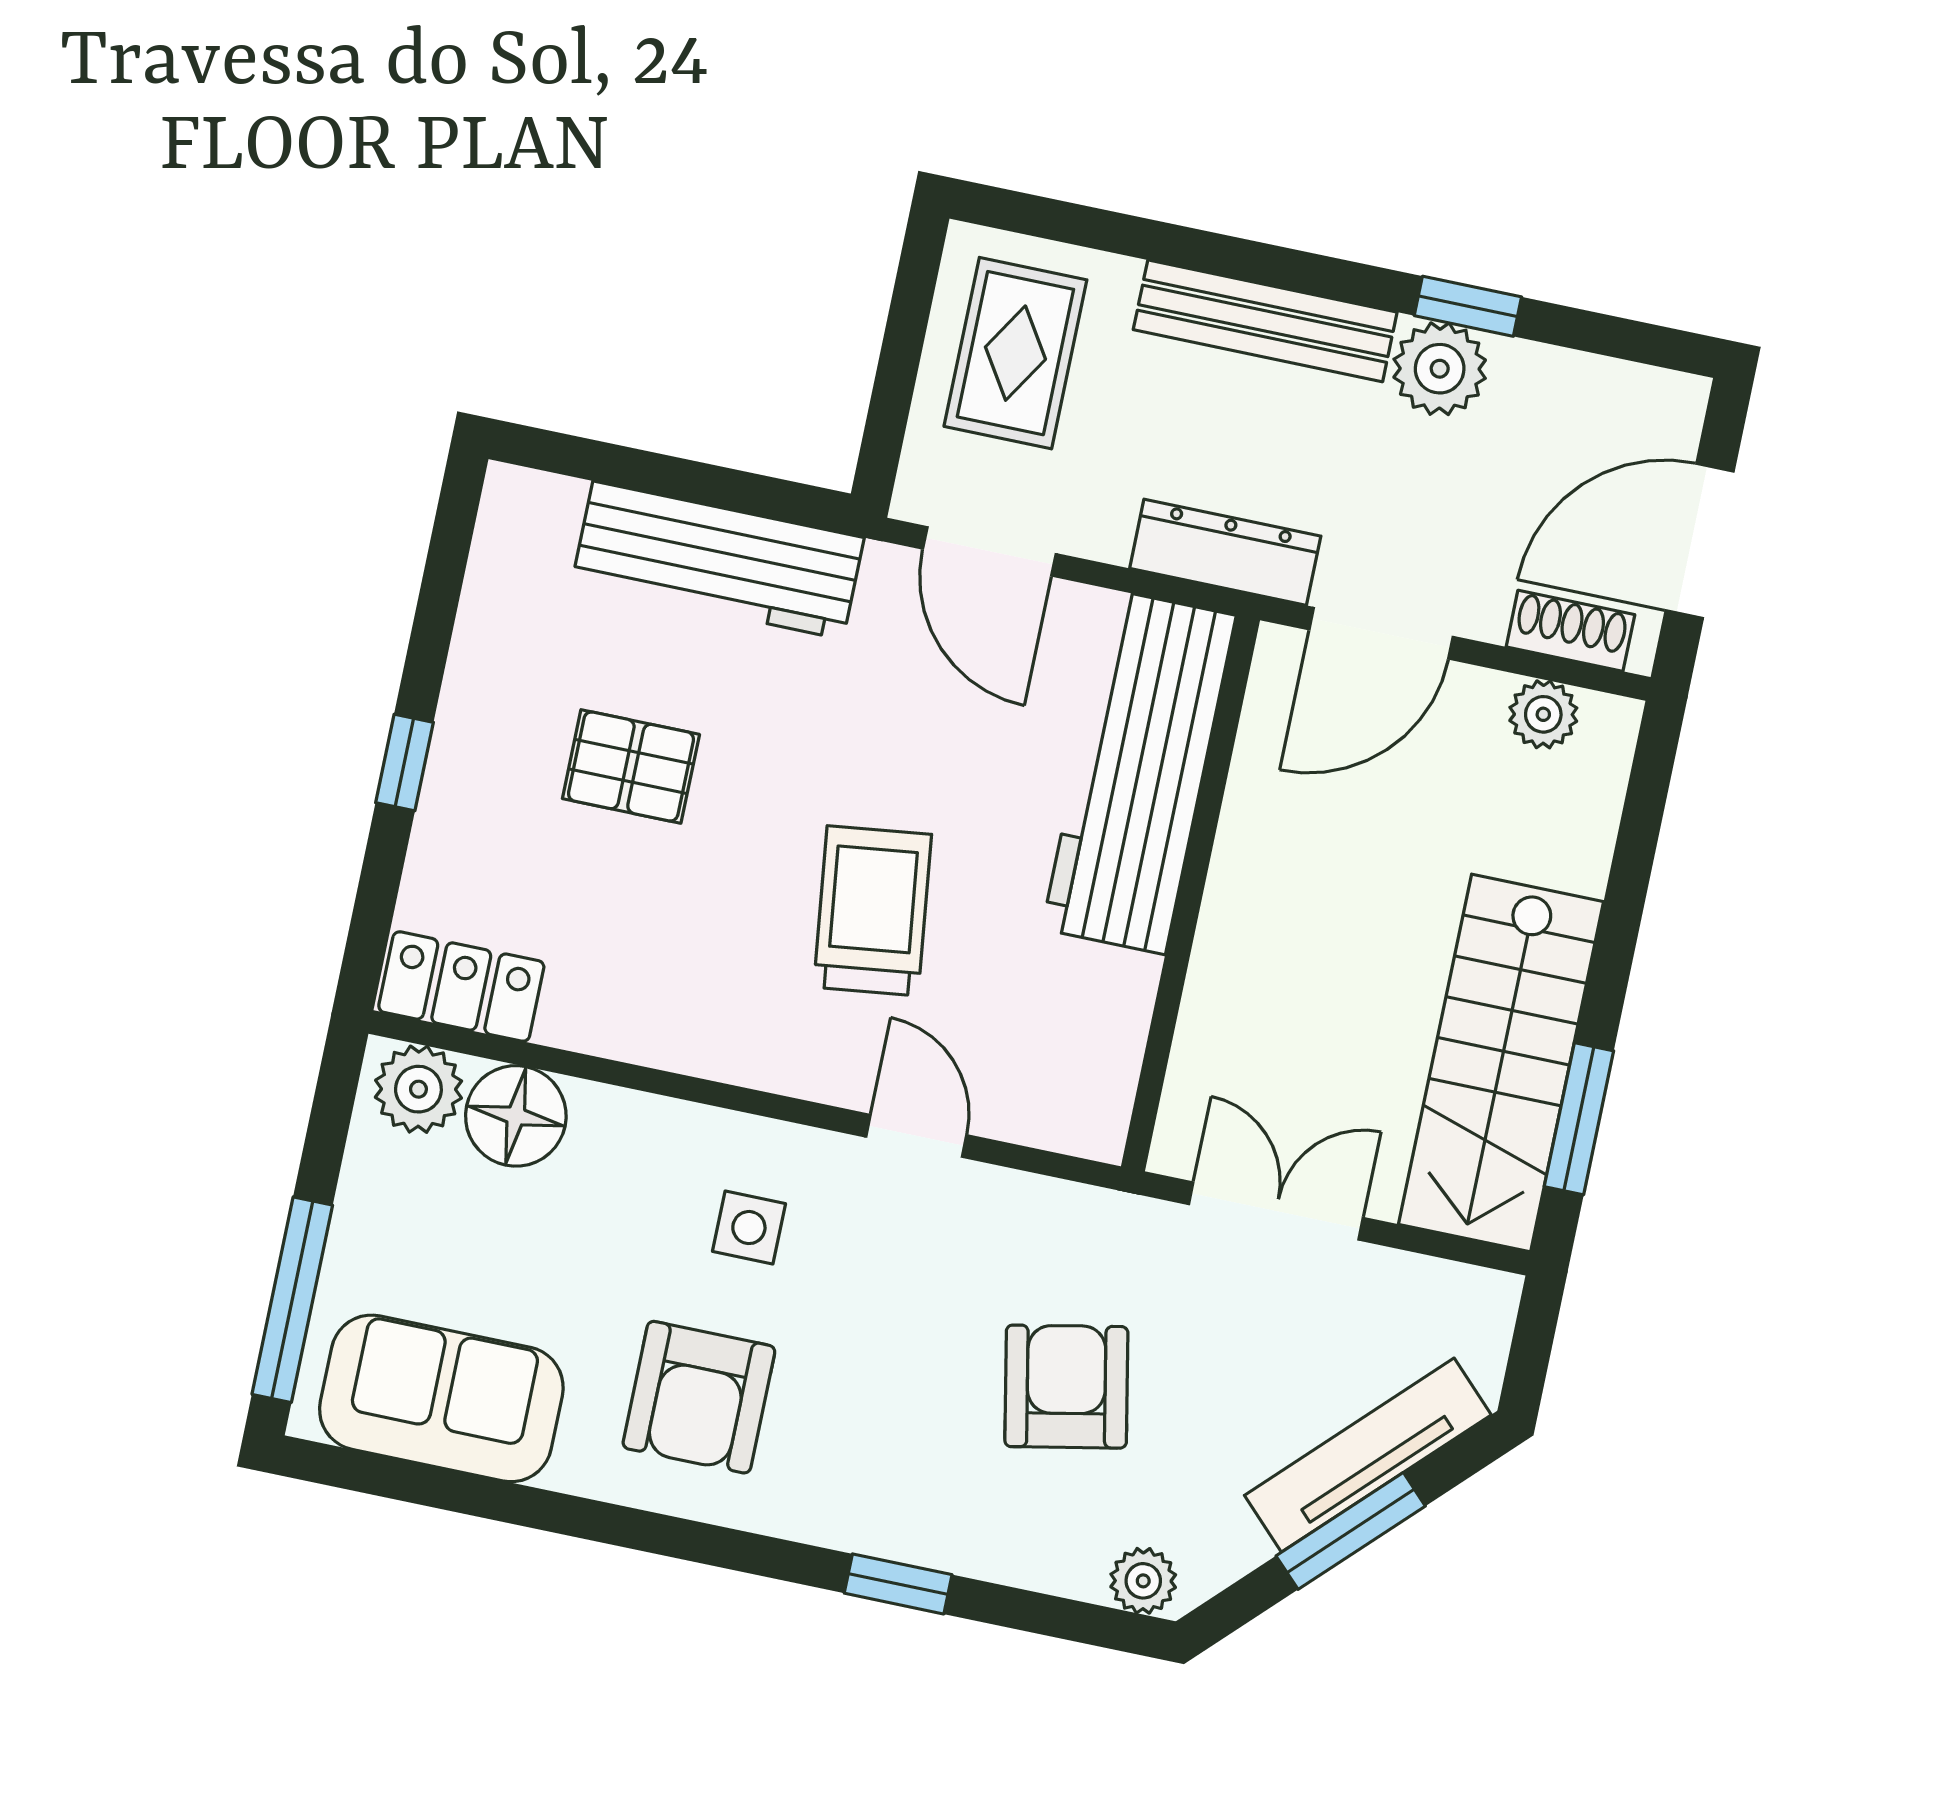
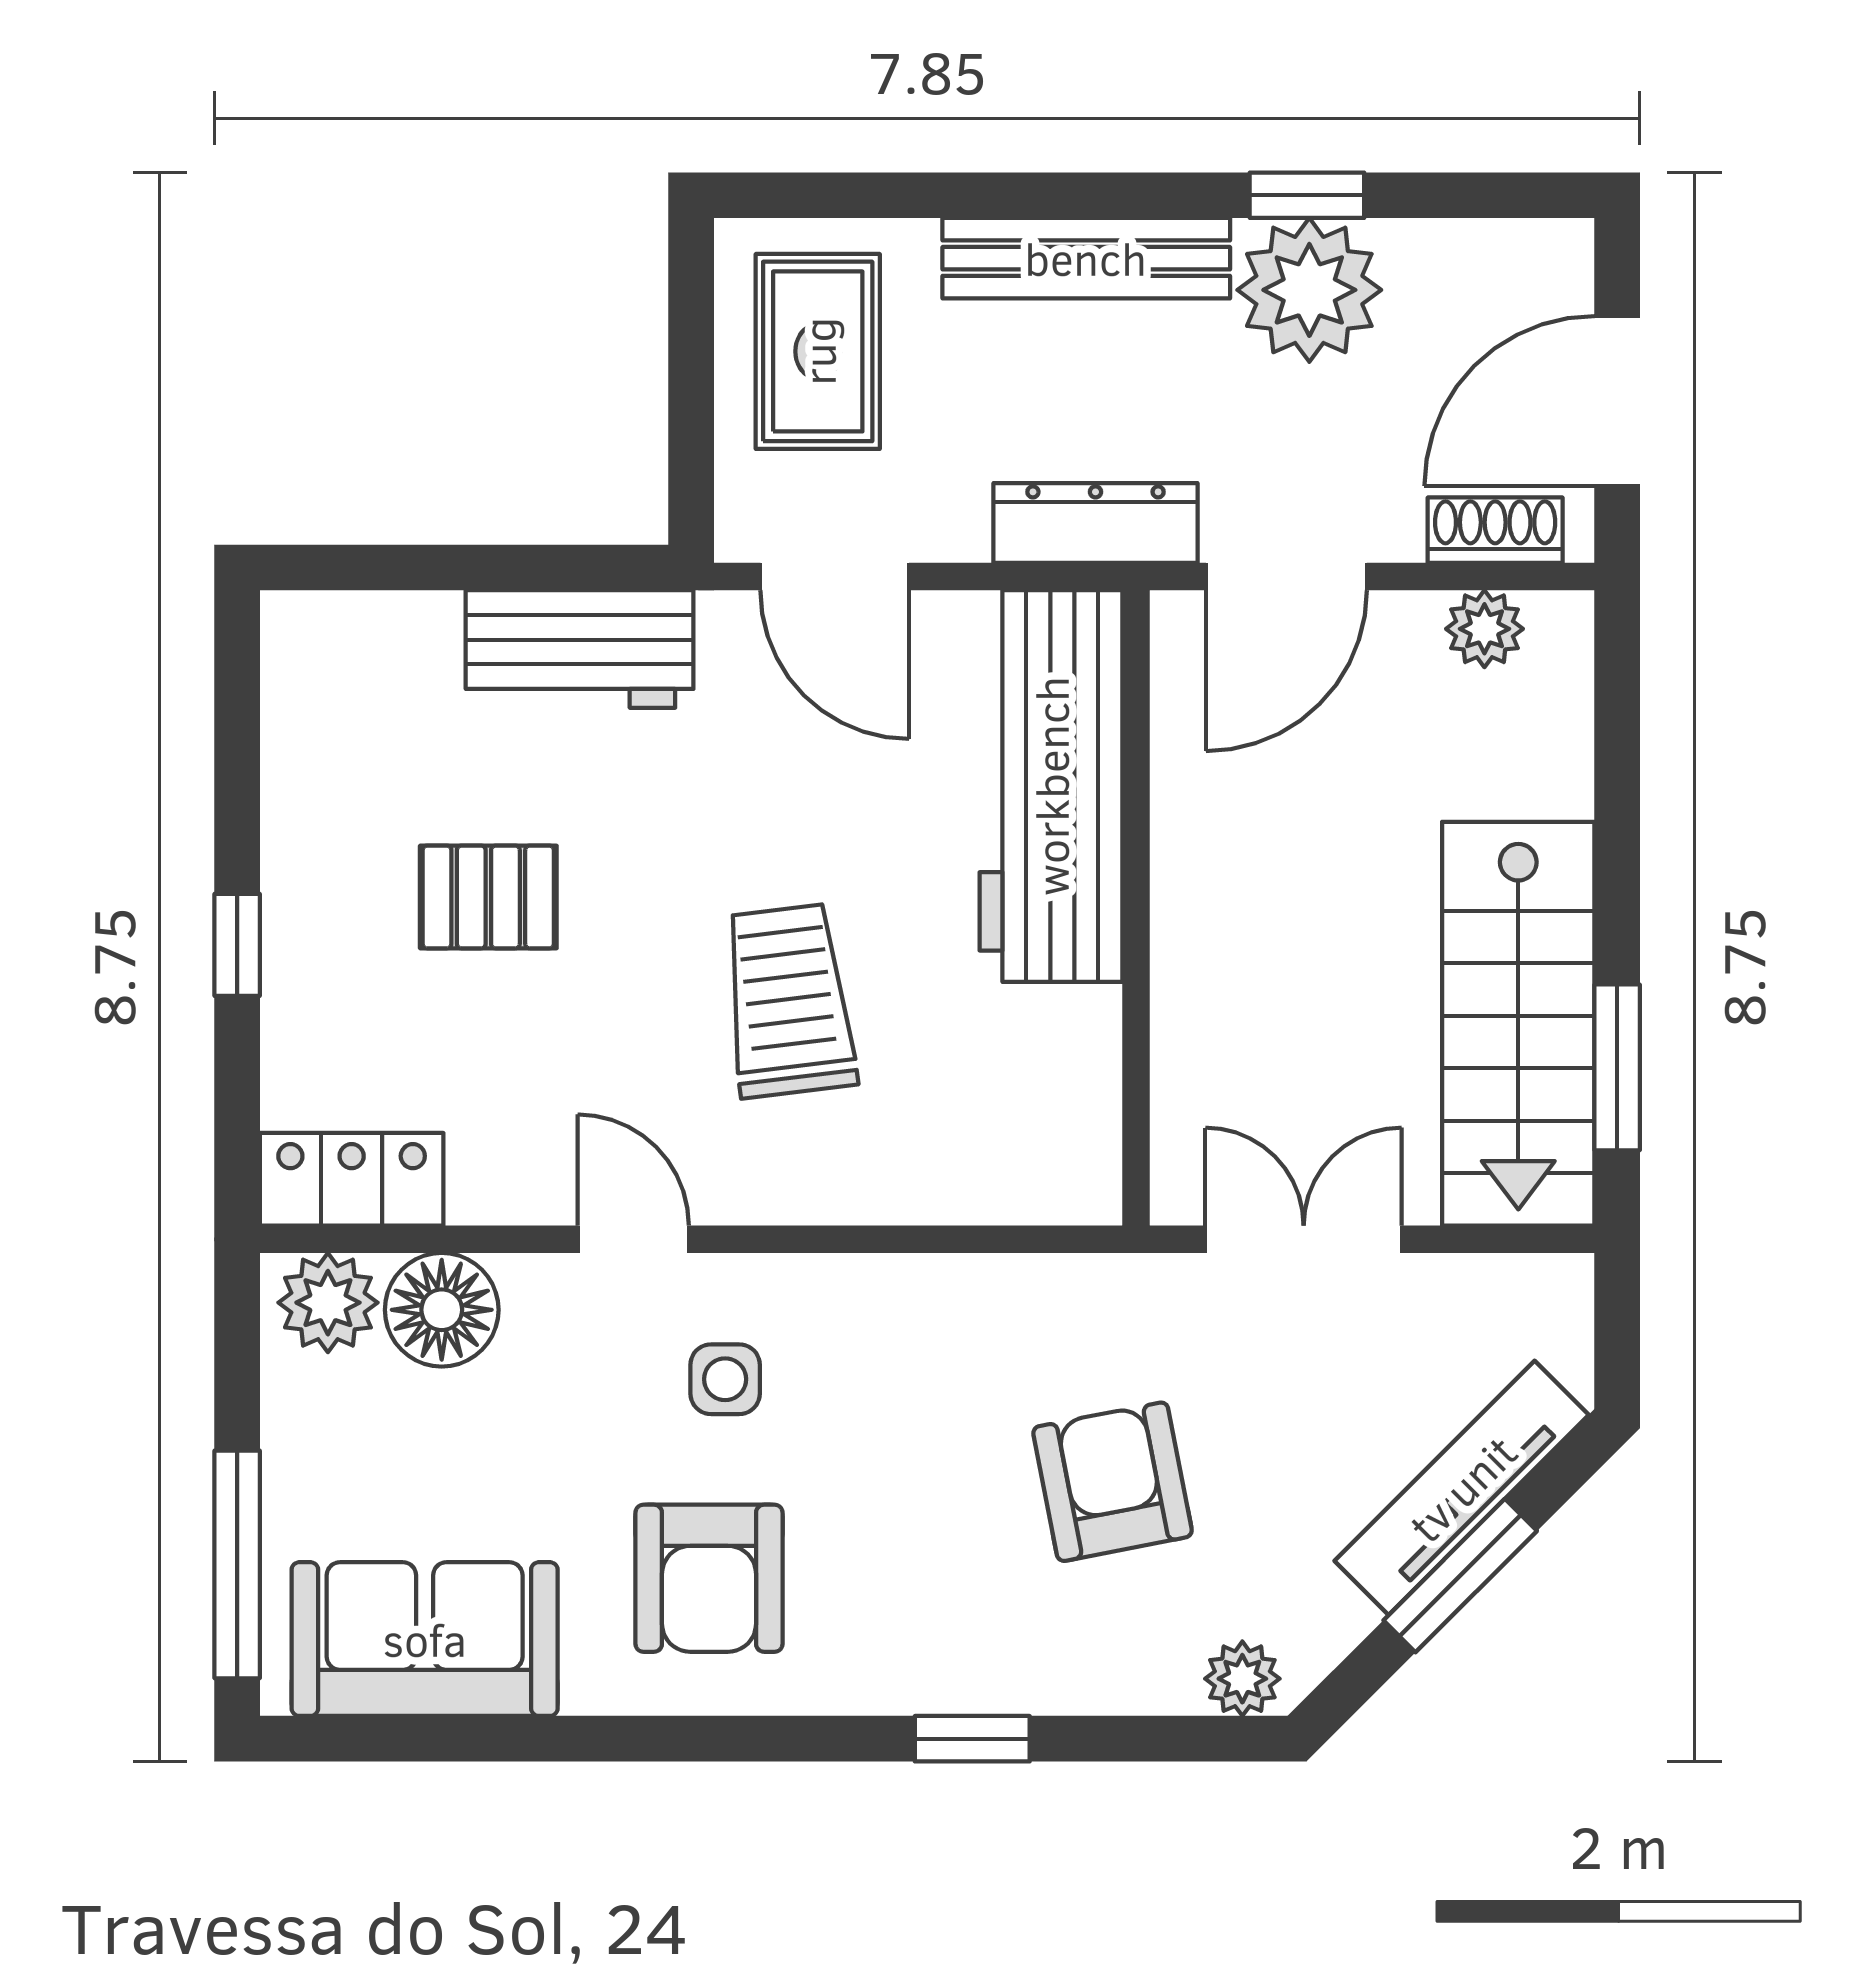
plant: (1440, 369) -> (1309, 290), width x1.36, depth x1.36
workbench: (718, 560) -> (580, 649), width x0.73
door: (916, 1136) -> (633, 1239), moved

